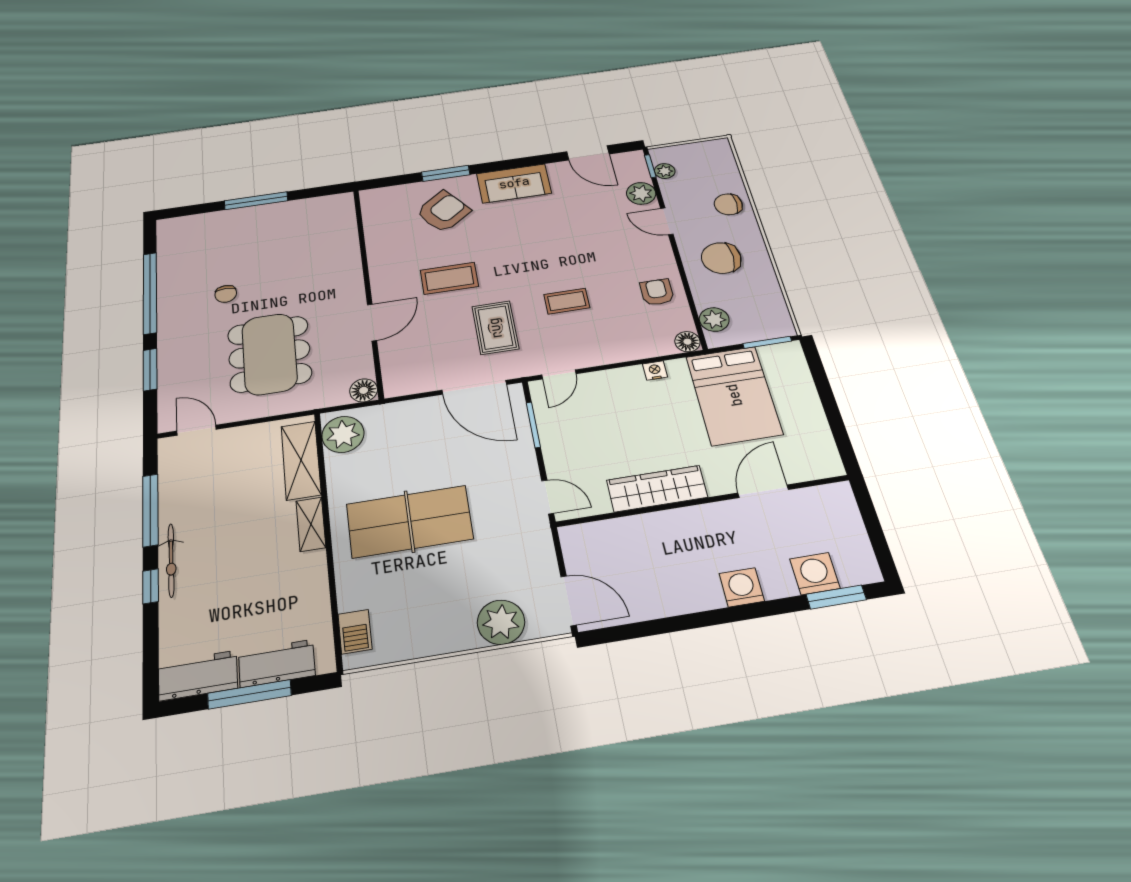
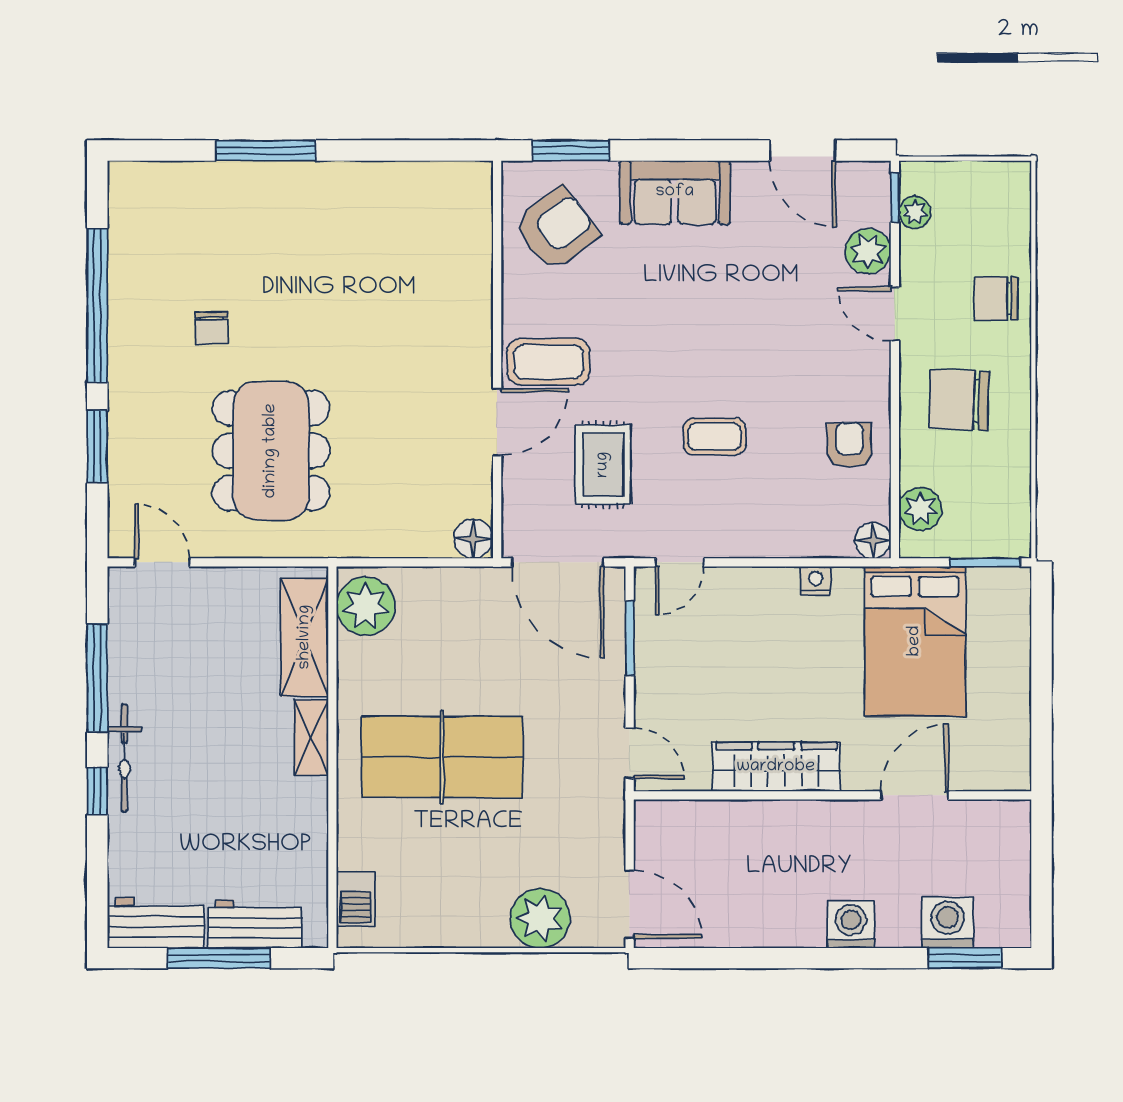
wall: (368, 289) -> (497, 359), moved
door: (372, 322) -> (497, 422), moved
floor lamp: (364, 390) -> (473, 539), moved

